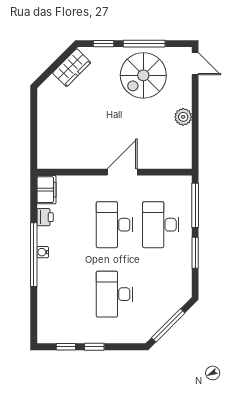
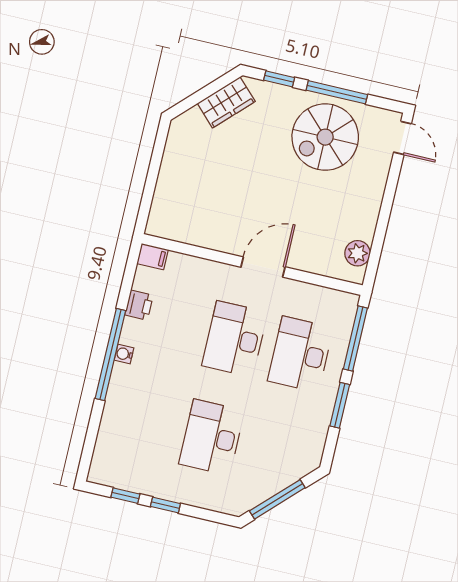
plant: (183, 117) -> (357, 253), moved
filing cabinet: (47, 190) -> (152, 257), width x0.50

